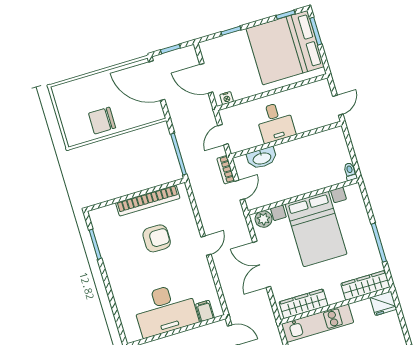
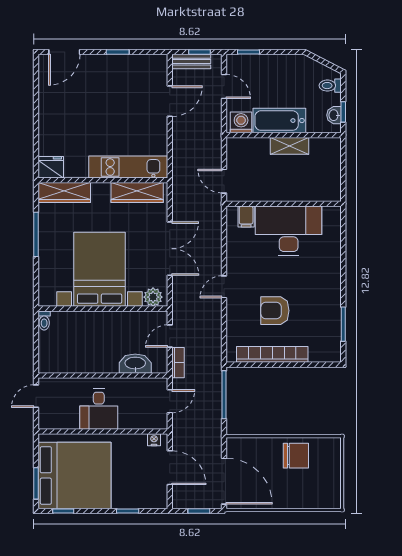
desk: (275, 122) -> (99, 409), moved, turned 180

